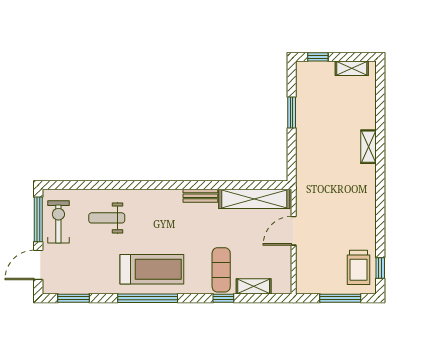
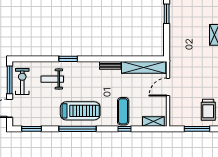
window: (133, 185) -> (68, 59), added
shelving: (254, 286) -> (153, 121), moved

